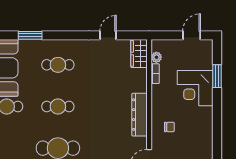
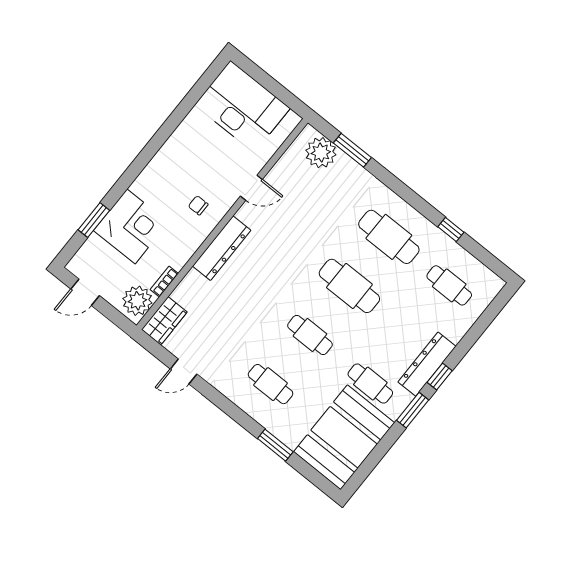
plant: (156, 57) -> (137, 301), width x1.87, depth x1.87

